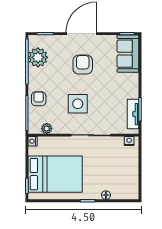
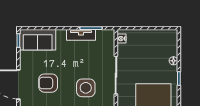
tv unit: (133, 114) -> (81, 35), moved

